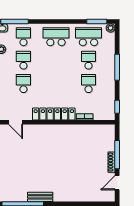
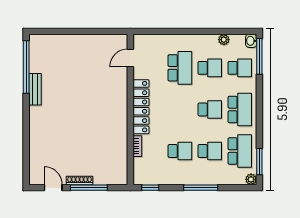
school desk: (56, 60) -> (210, 109), added
school desk: (23, 84) -> (180, 68), width x1.85

